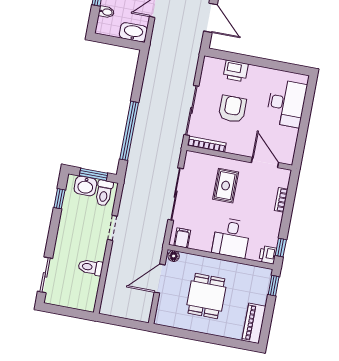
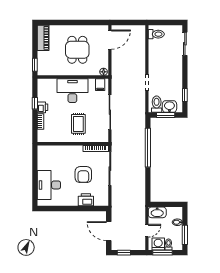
door: (265, 163) -> (56, 144), removed
desk: (231, 238) -> (72, 91), width x1.37
window: (281, 248) -> (35, 103), moved
printer: (268, 255) -> (42, 107), moved
toilet: (90, 267) -> (156, 34), moved
door: (160, 279) -> (110, 40), moved

